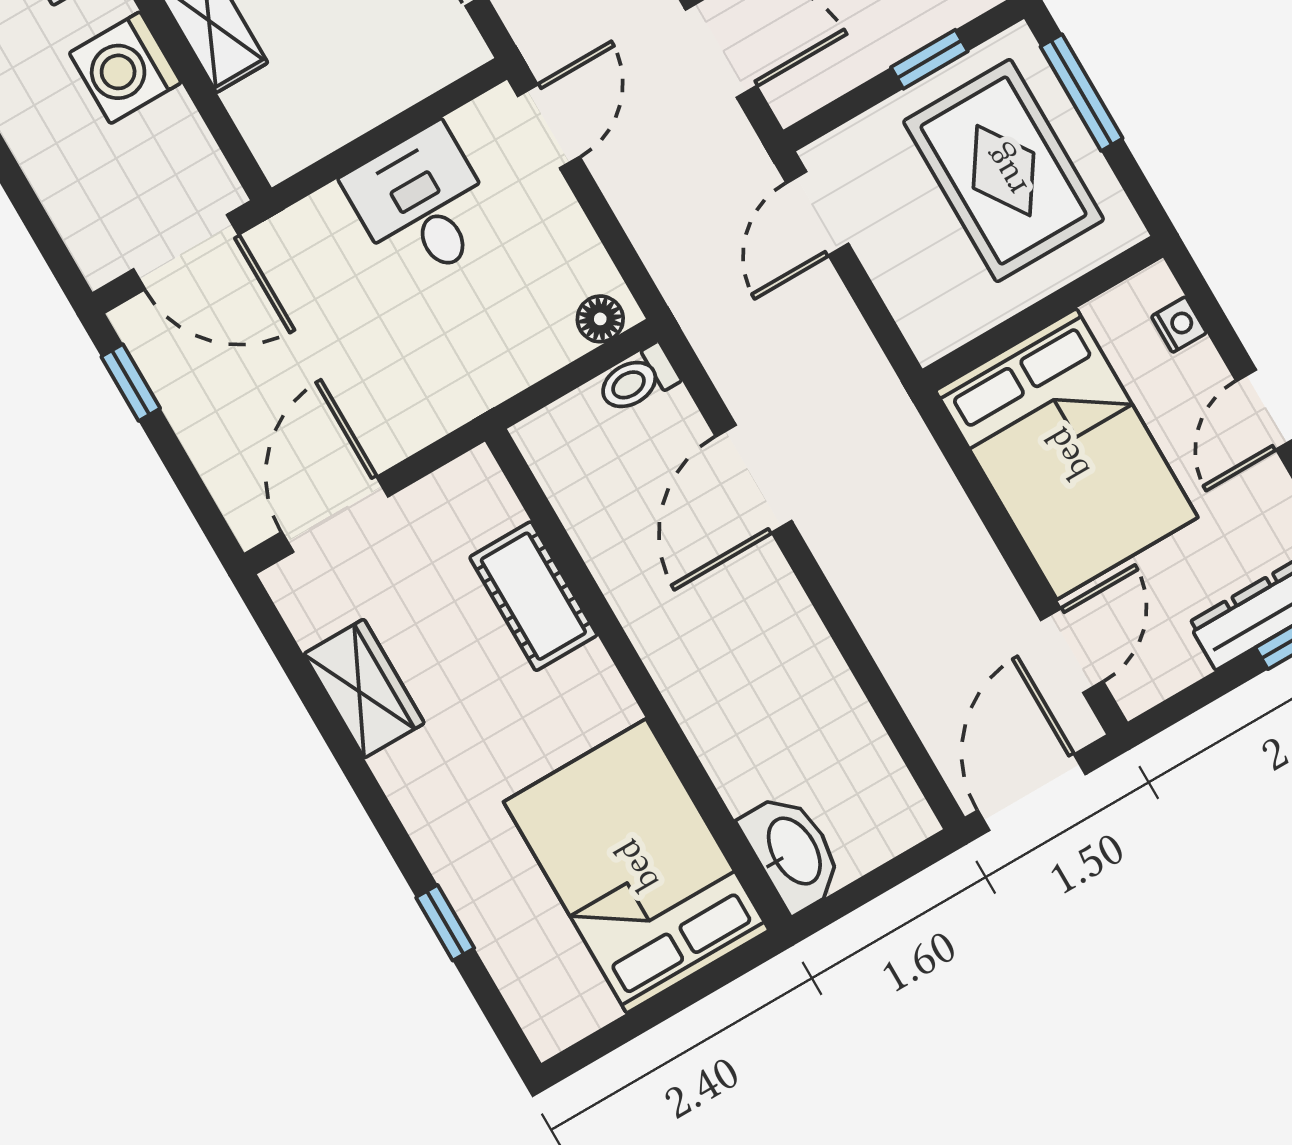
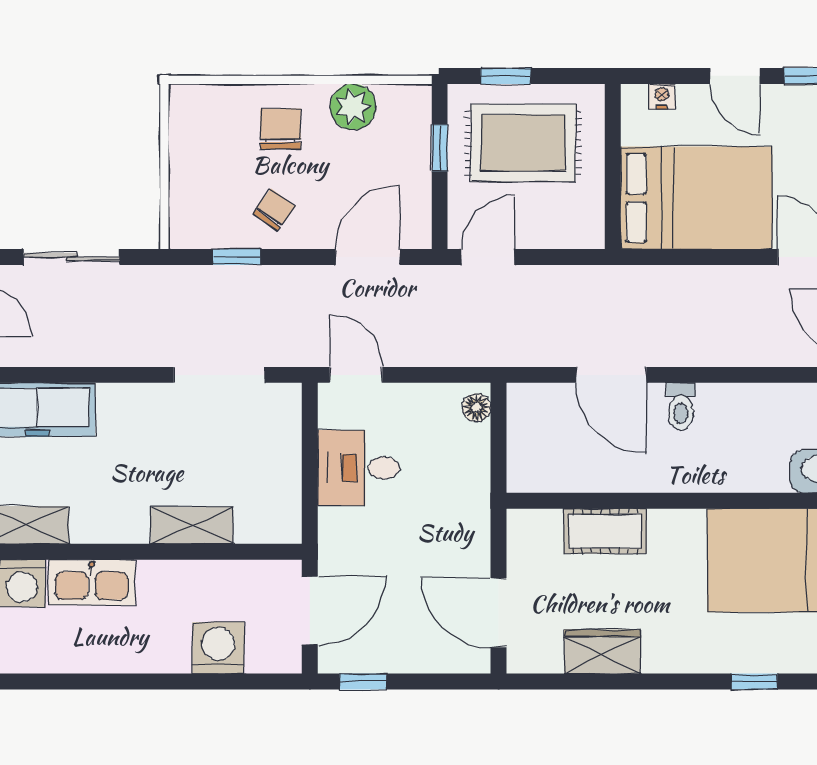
washing machine: (125, 68) -> (218, 648), moved, turned 180
window: (1082, 93) -> (506, 76), width x0.67
door: (817, 213) -> (488, 257), swing flipped
toilet: (638, 380) -> (681, 406), moved

